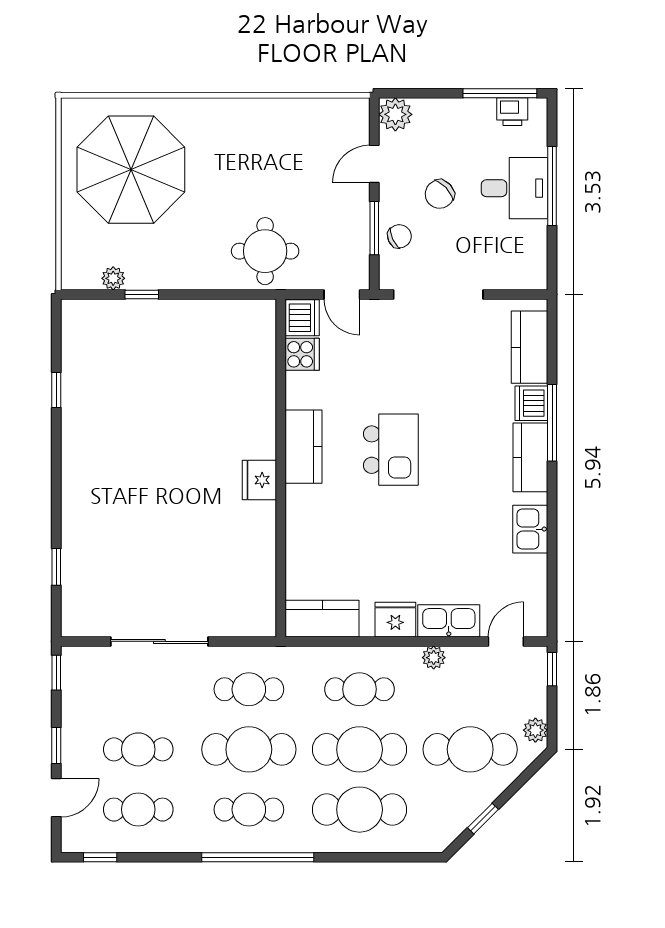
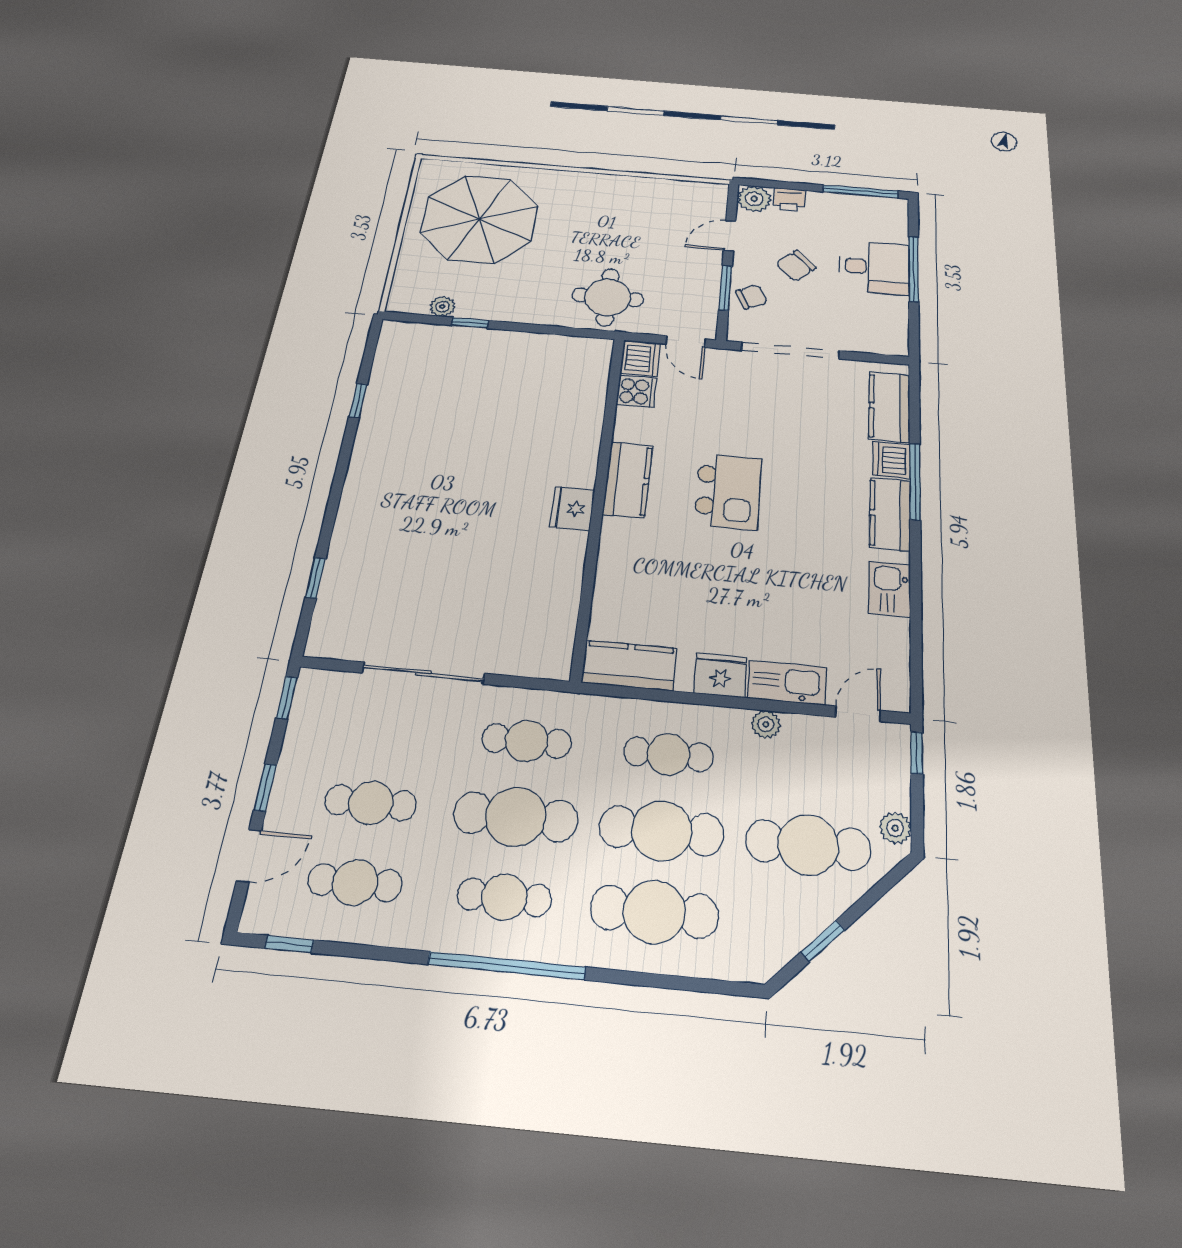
printer: (512, 112) -> (789, 200), moved

